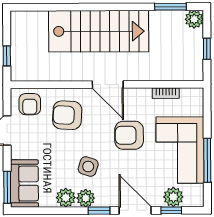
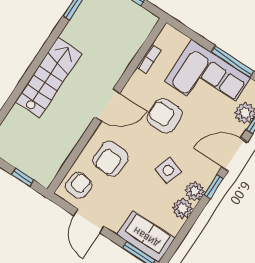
stairs: (99, 31) -> (49, 78), width x0.73, depth x0.66
armchair: (30, 104) -> (79, 185), turned -83
armchair: (129, 135) -> (165, 116), turned 90

